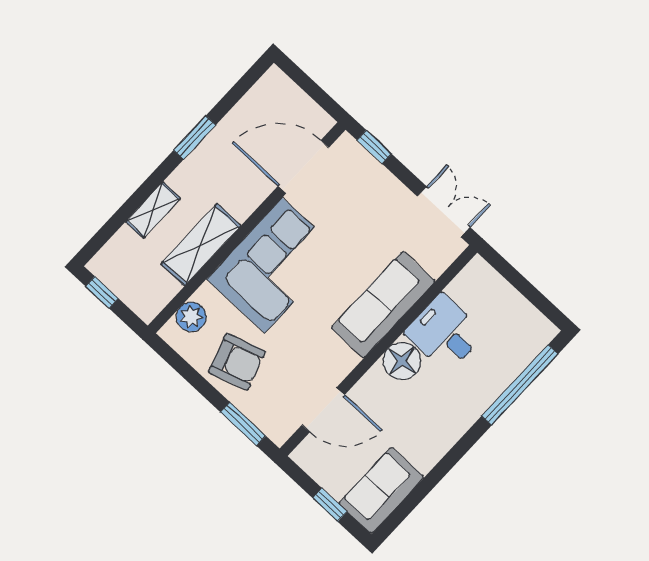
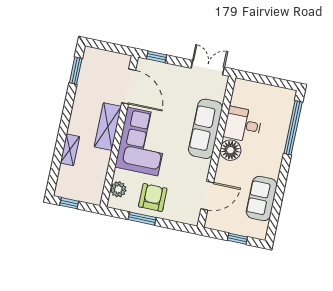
window: (195, 137) -> (76, 71), moved
door: (303, 167) -> (129, 86), swing flipped
shelving: (201, 245) -> (108, 127), moved
armchair: (237, 362) -> (153, 198), turned -72
window: (243, 424) -> (142, 219), moved
sofa: (381, 490) -> (262, 199), moved

